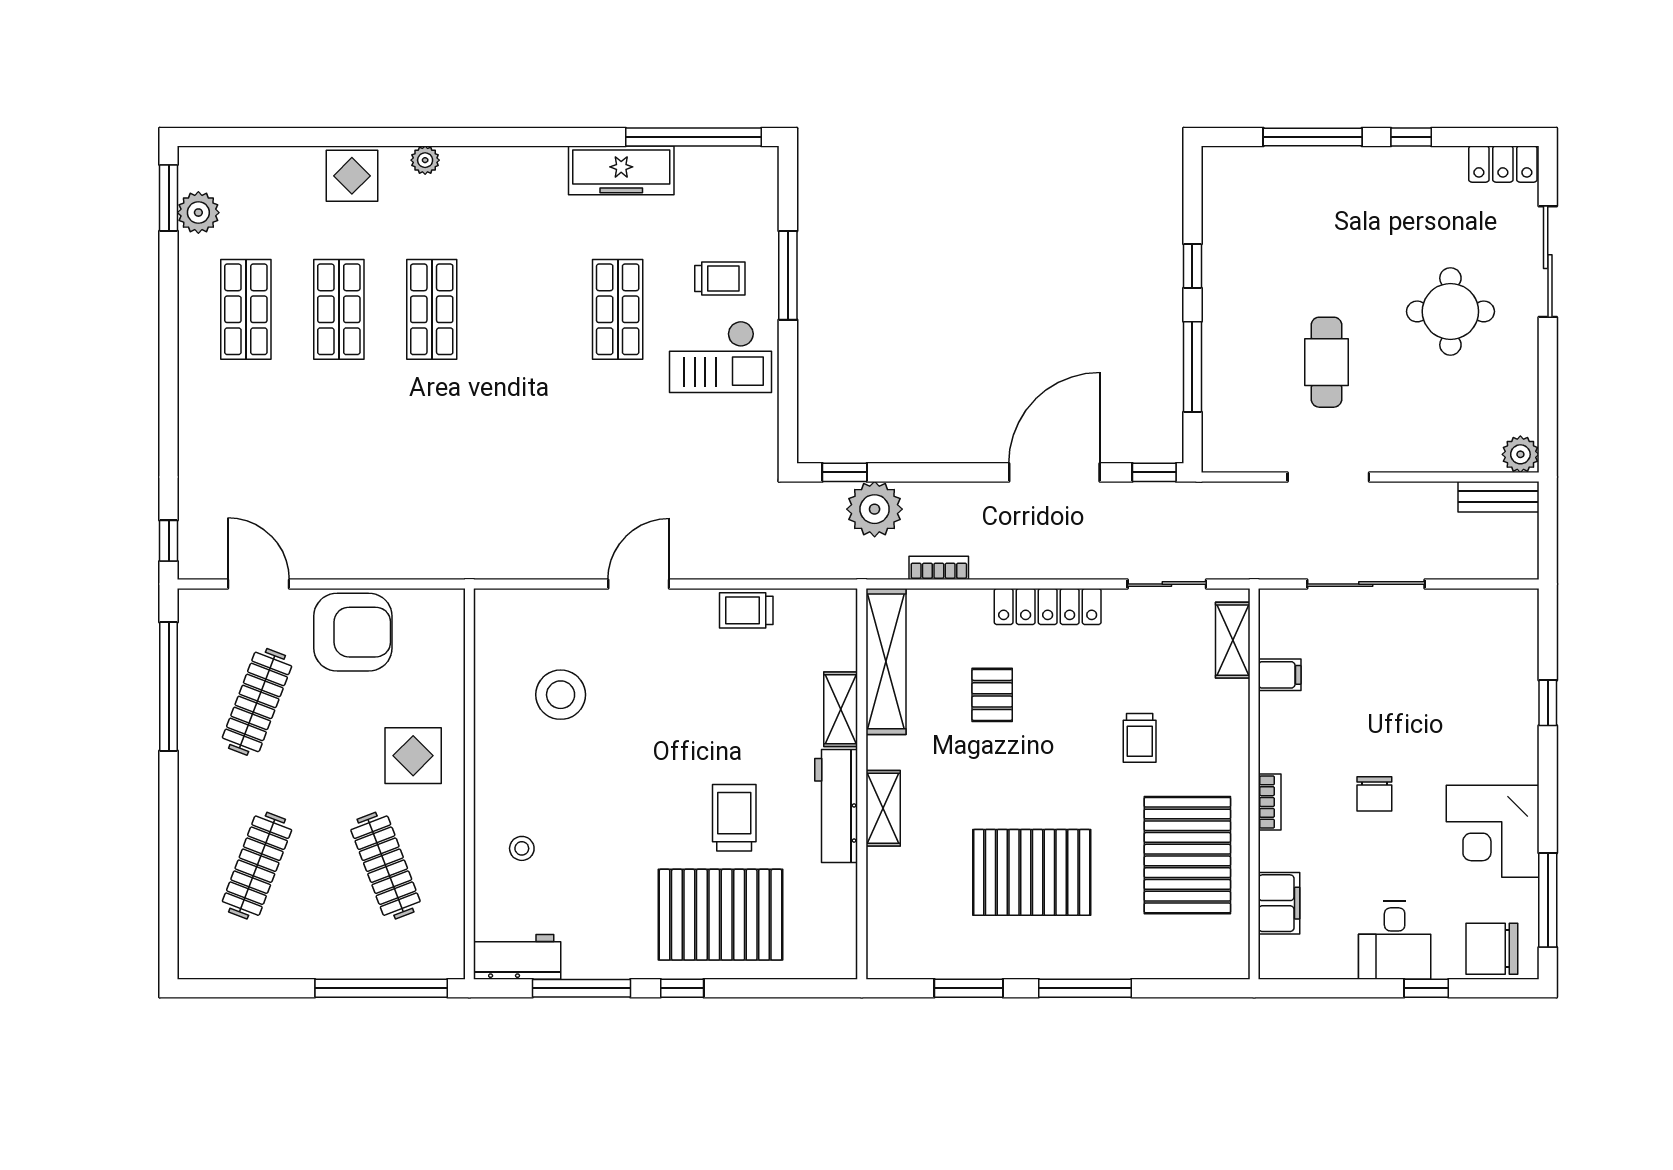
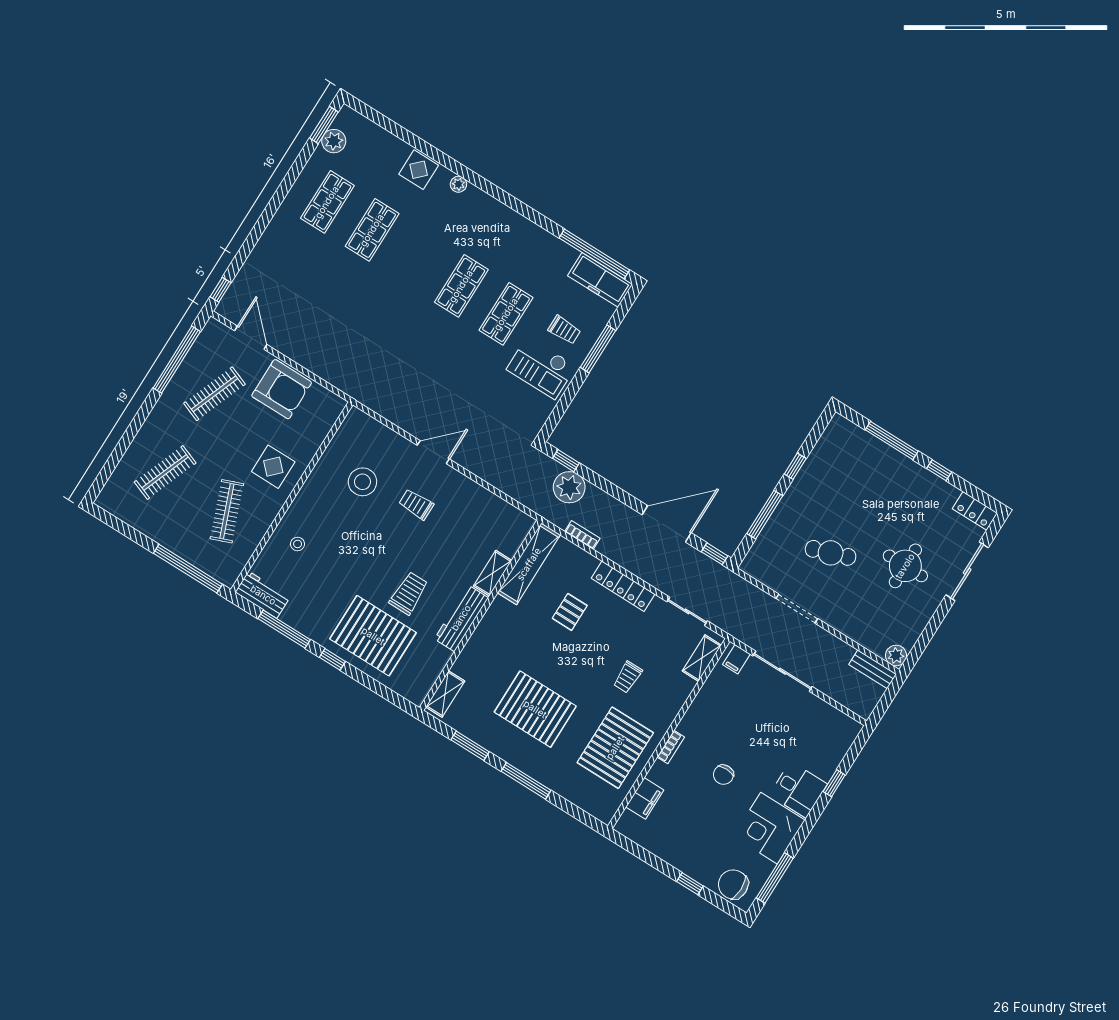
freezer: (621, 170) -> (600, 280), moved
shop shelf: (432, 309) -> (461, 286), moved
cafe table: (1326, 362) -> (831, 553), turned 71
trolley: (746, 610) -> (416, 504), moved
filing cabinet: (1280, 675) -> (736, 659), moved, turned 90
shelving: (883, 808) -> (445, 694), moved
desk: (1395, 940) -> (798, 790), moved, turned -90

